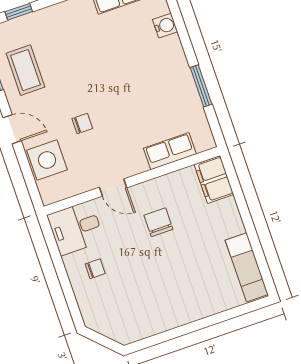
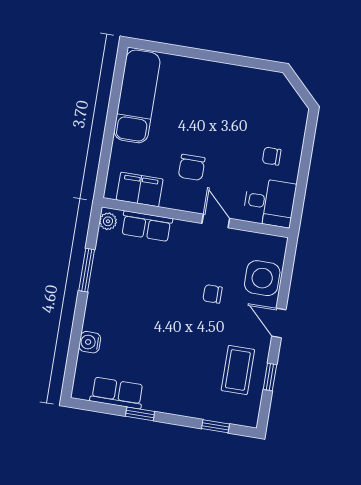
plant: (205, 138) -> (108, 221), added
filing cabinet: (214, 179) -> (140, 189), moved, turned -90
exam couch: (247, 267) -> (137, 96), width x1.36, depth x1.45

